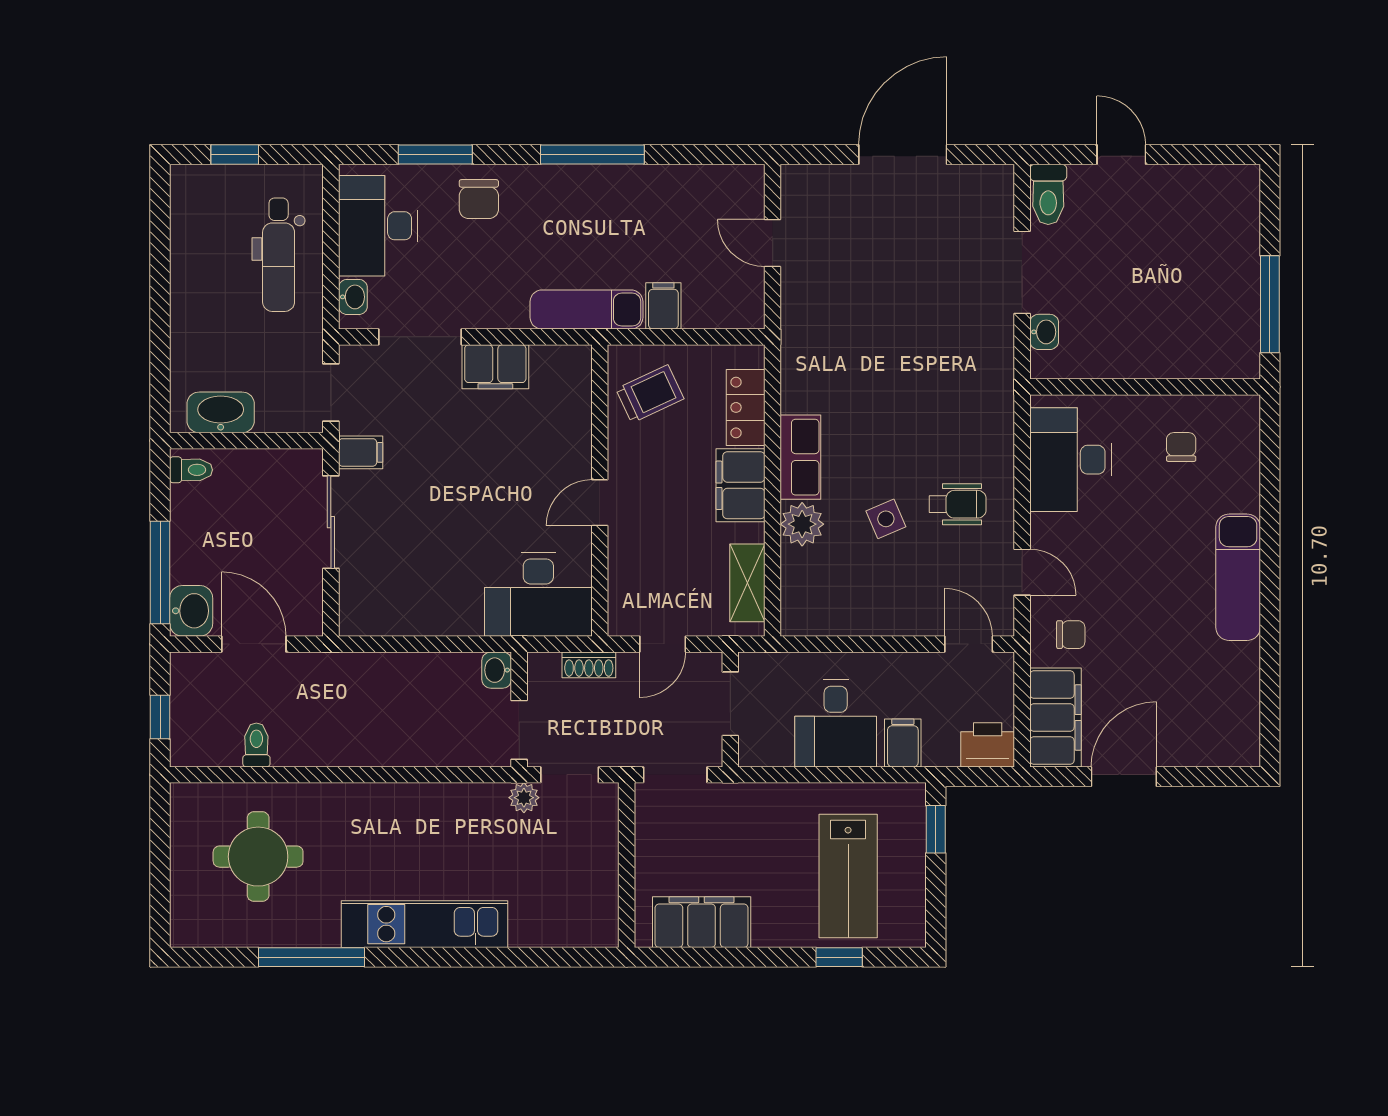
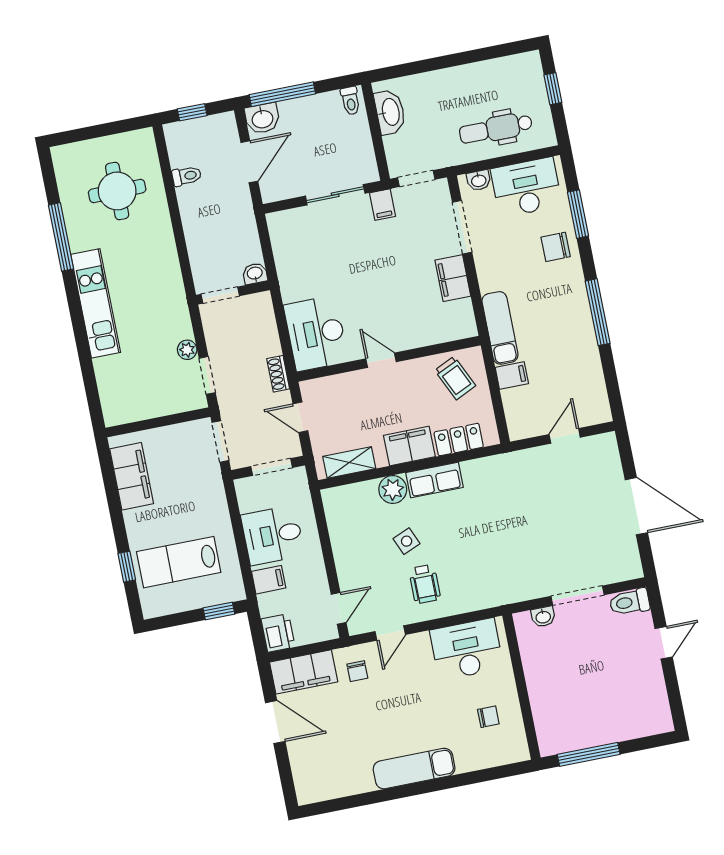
washbasin: (497, 670) -> (255, 274), moved
wall: (519, 709) -> (233, 293), moved
doorway: (519, 730) -> (220, 295), moved

